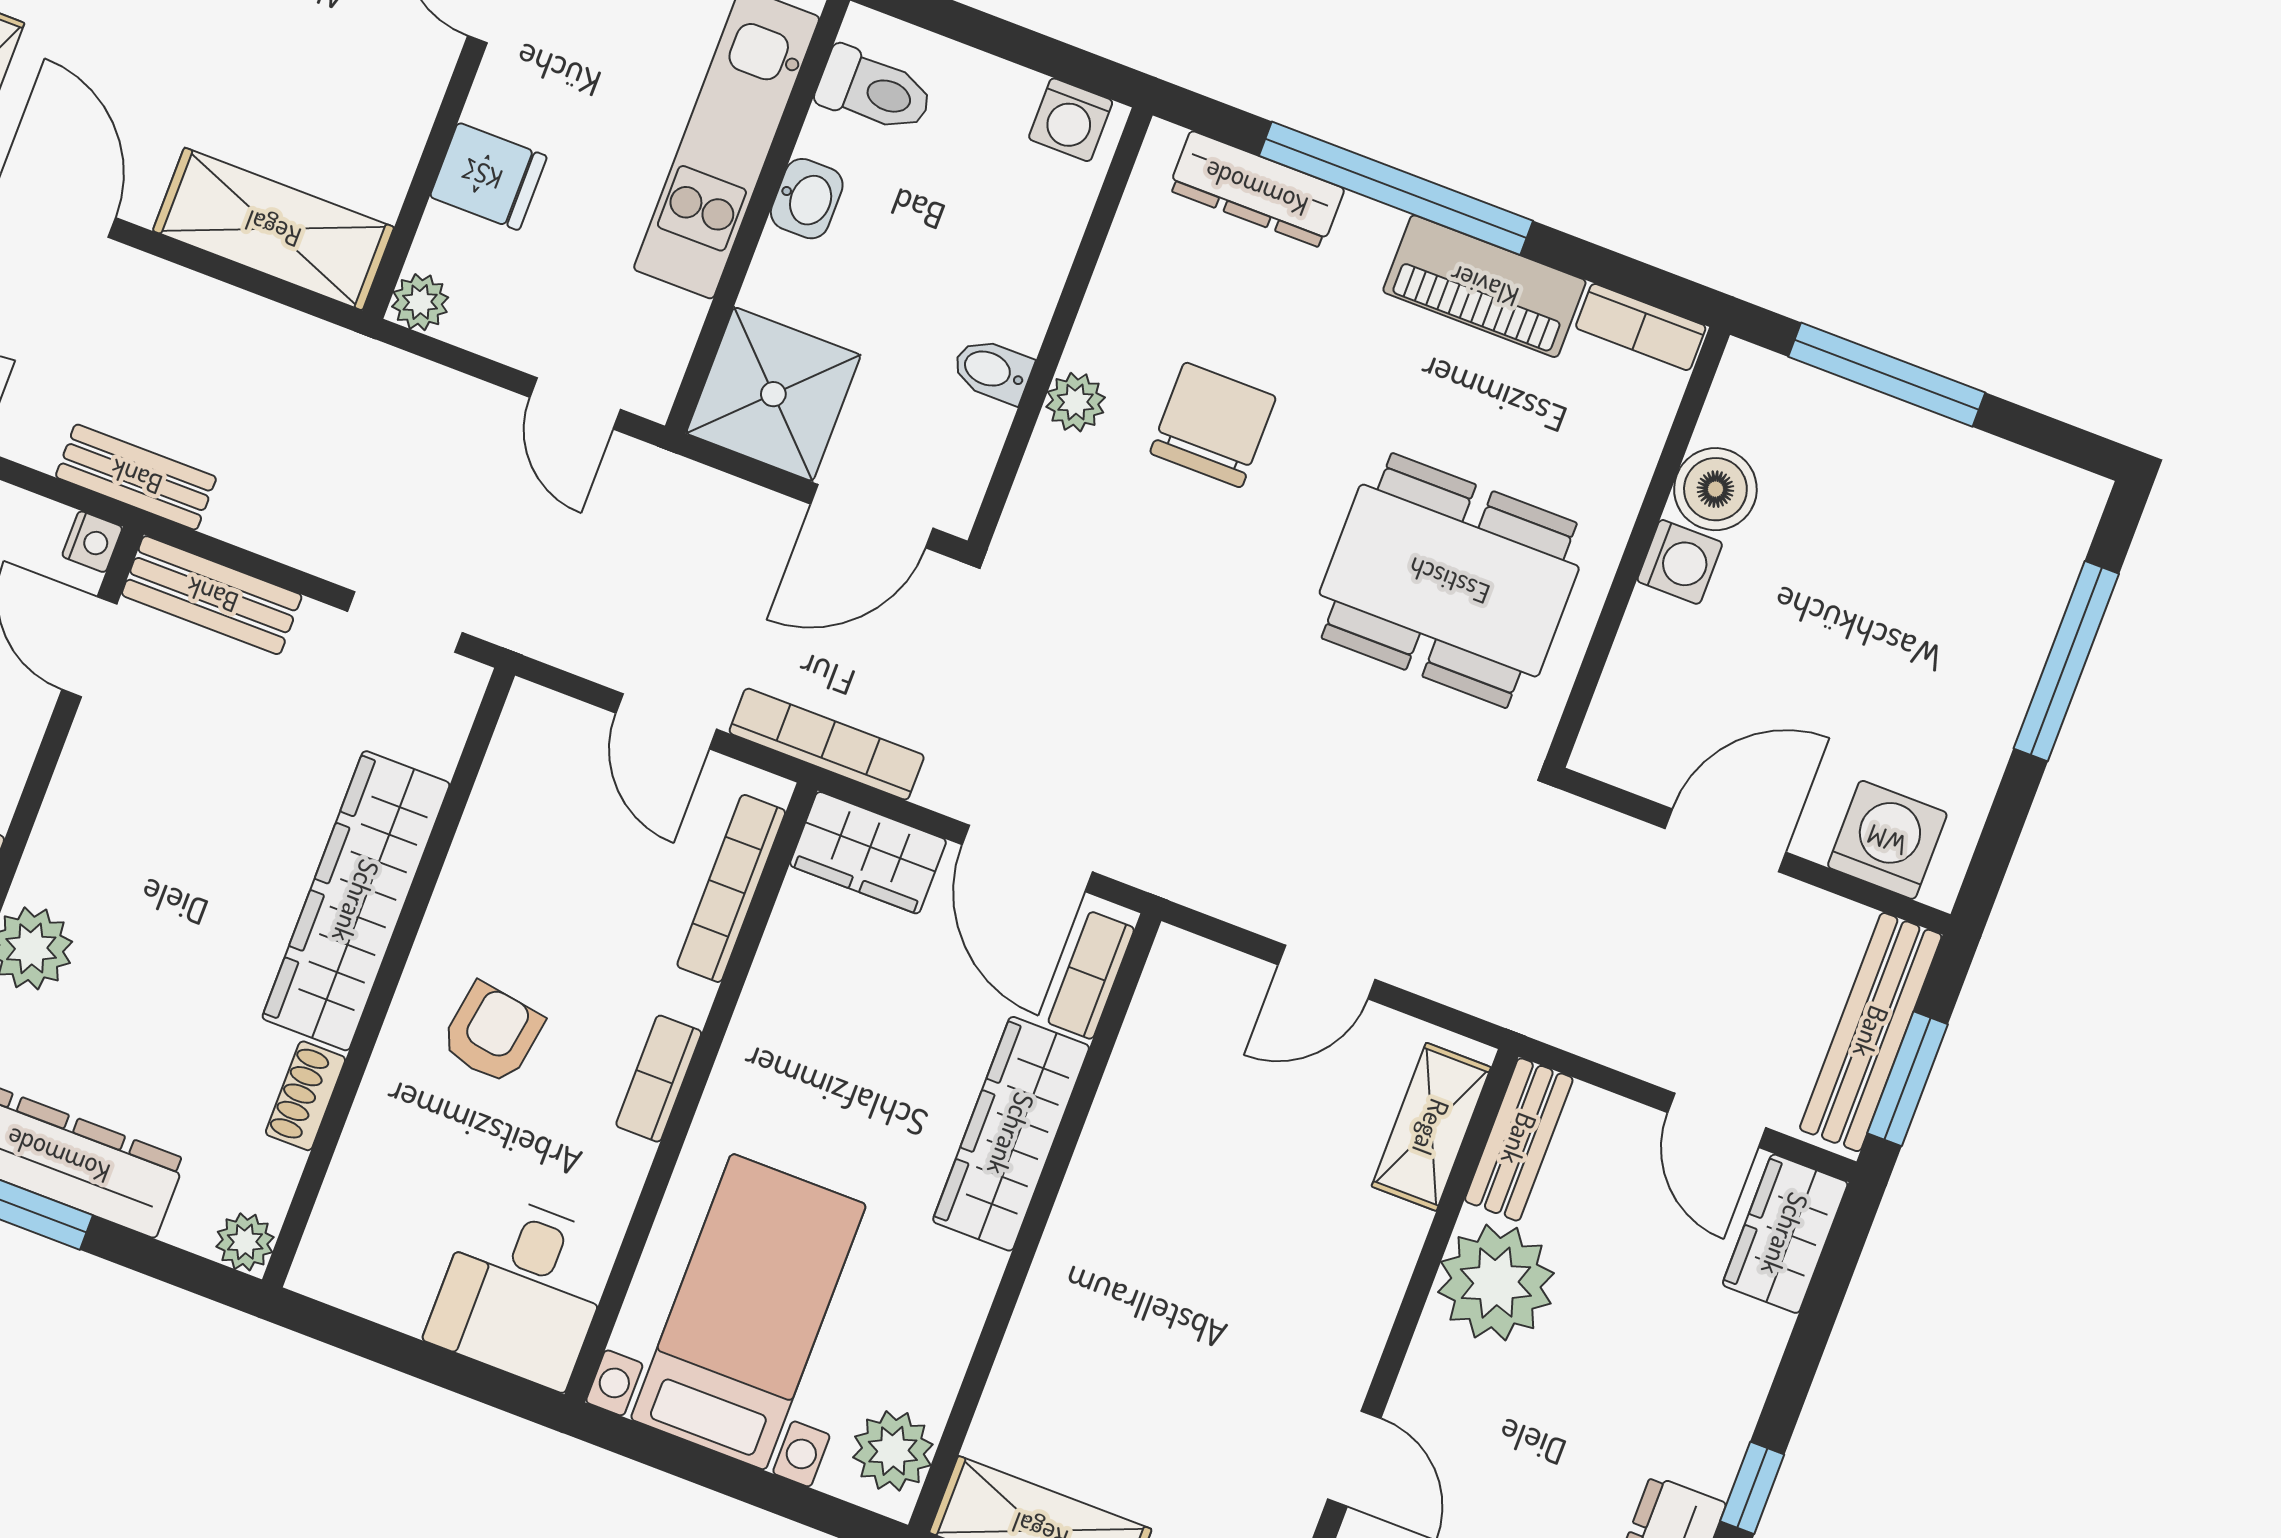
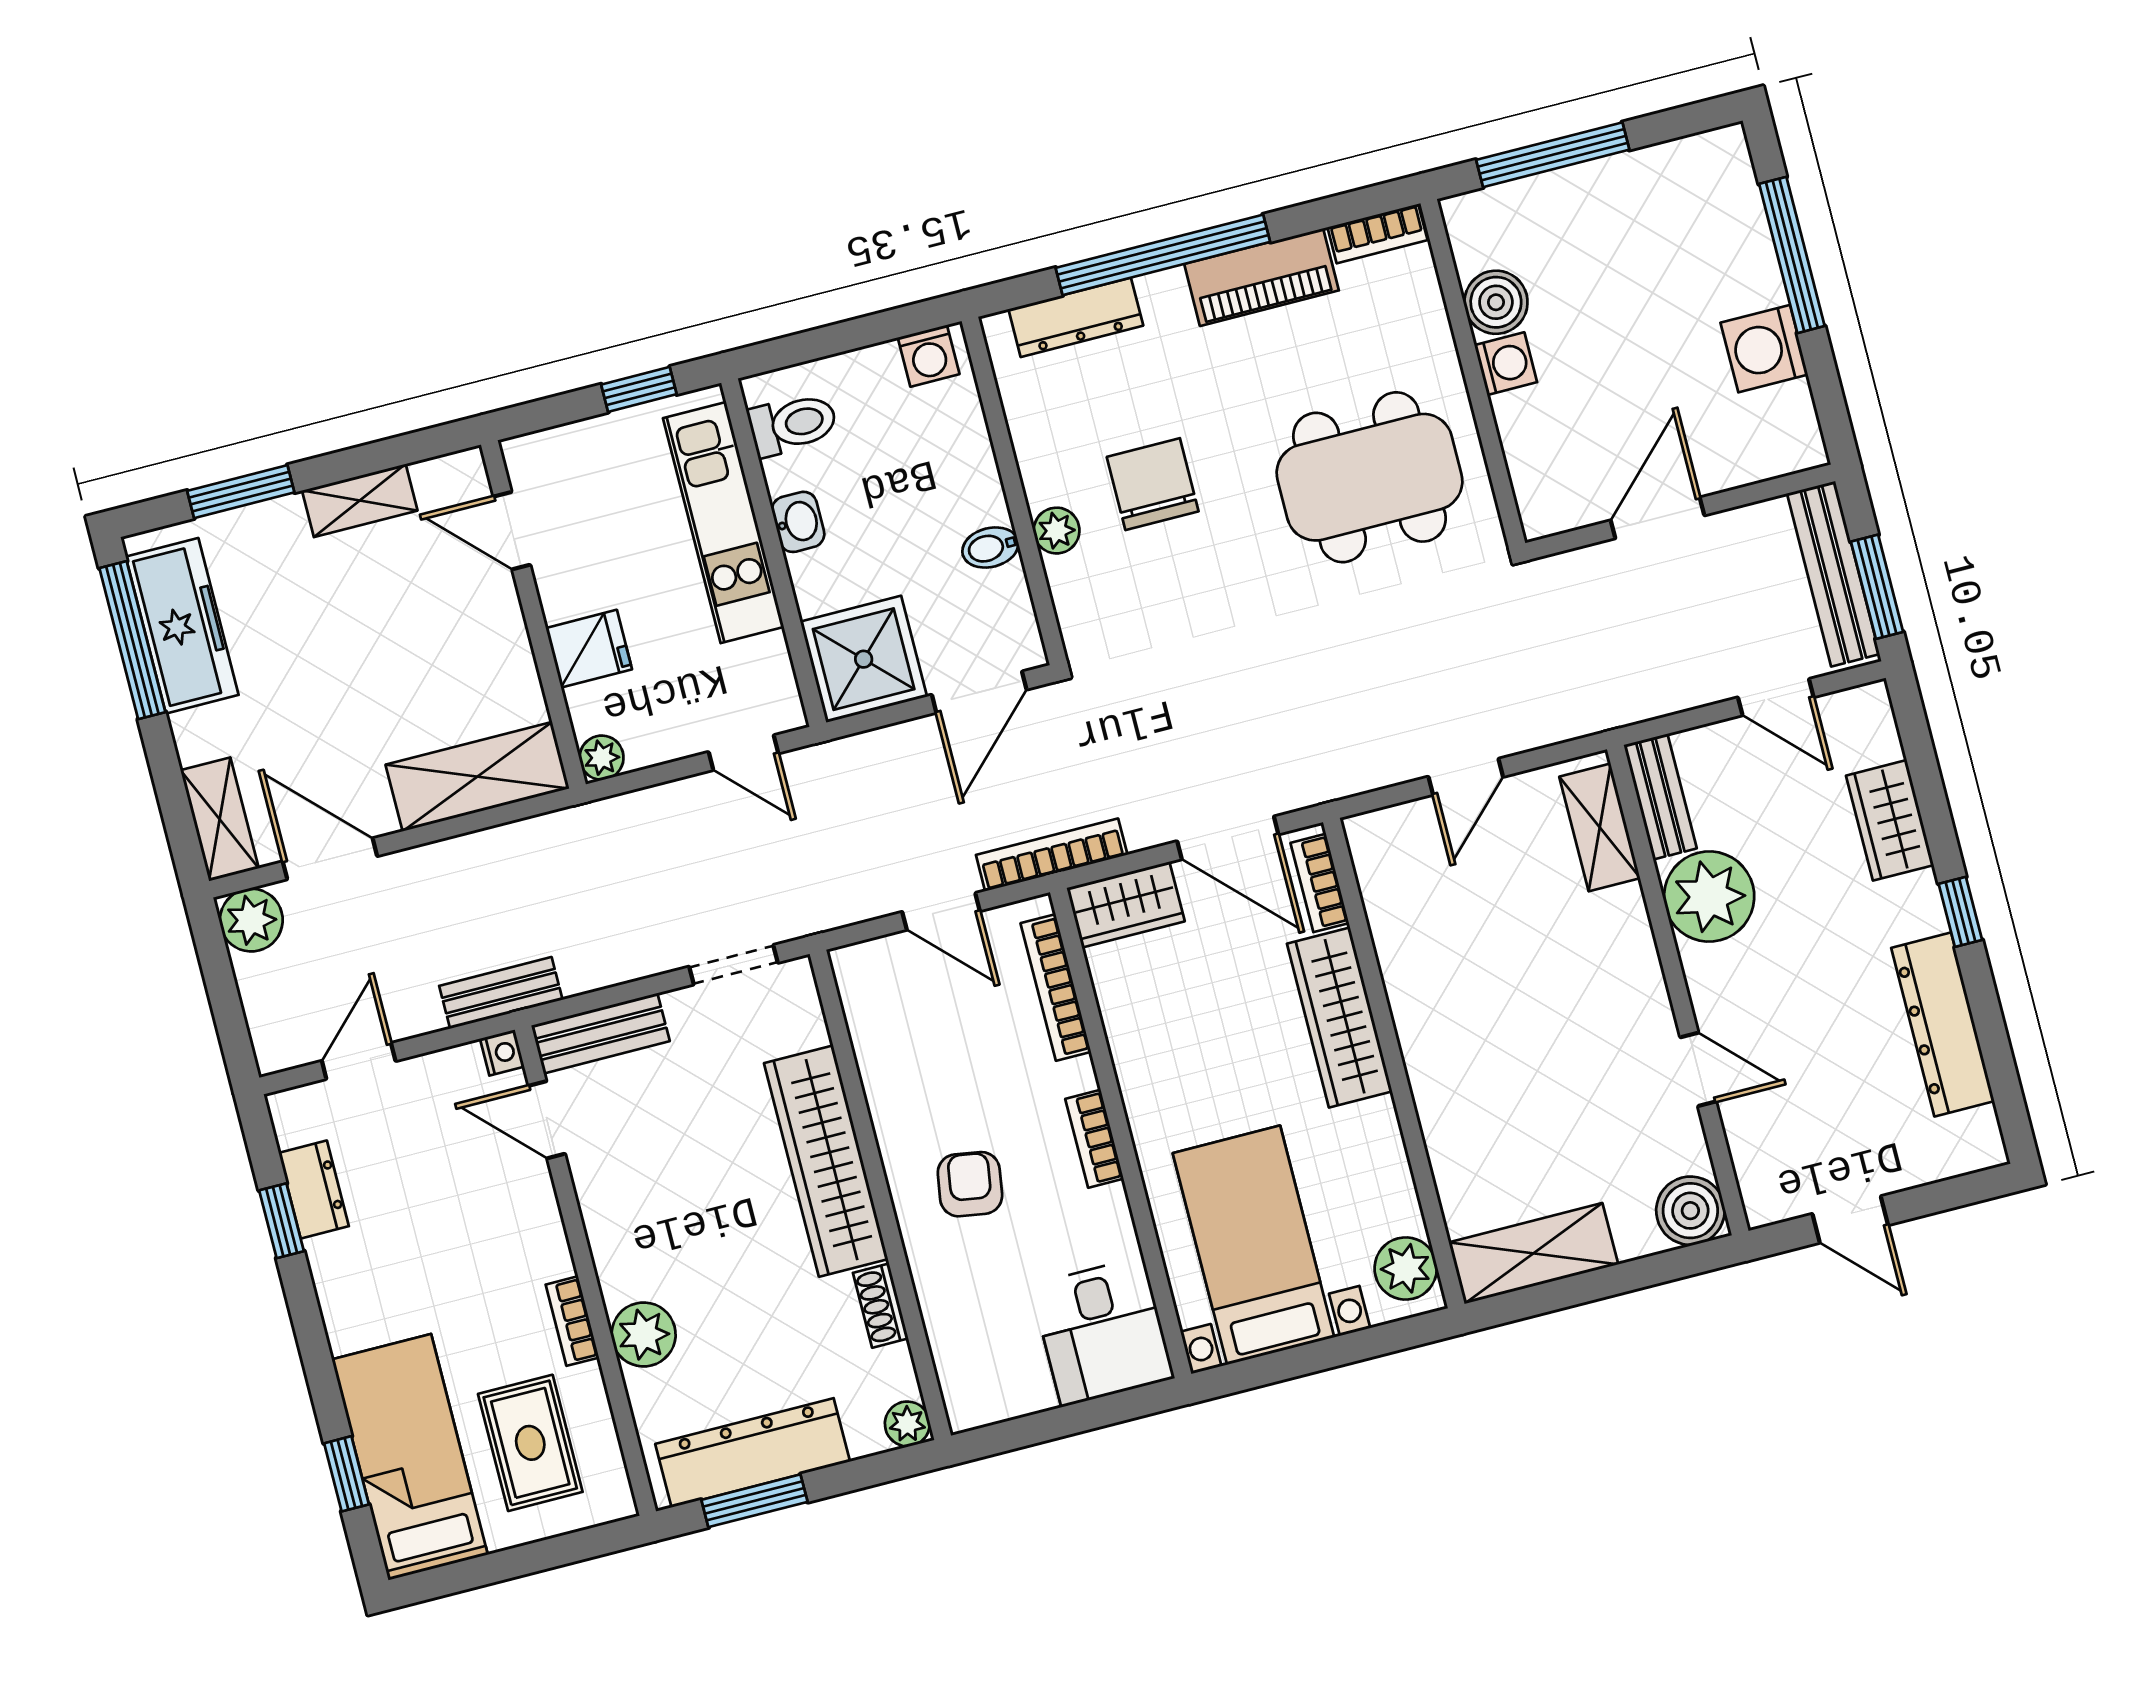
washing machine: (1887, 840) -> (1764, 349), moved, turned -90
wardrobe: (1785, 1234) -> (1890, 820), moved

